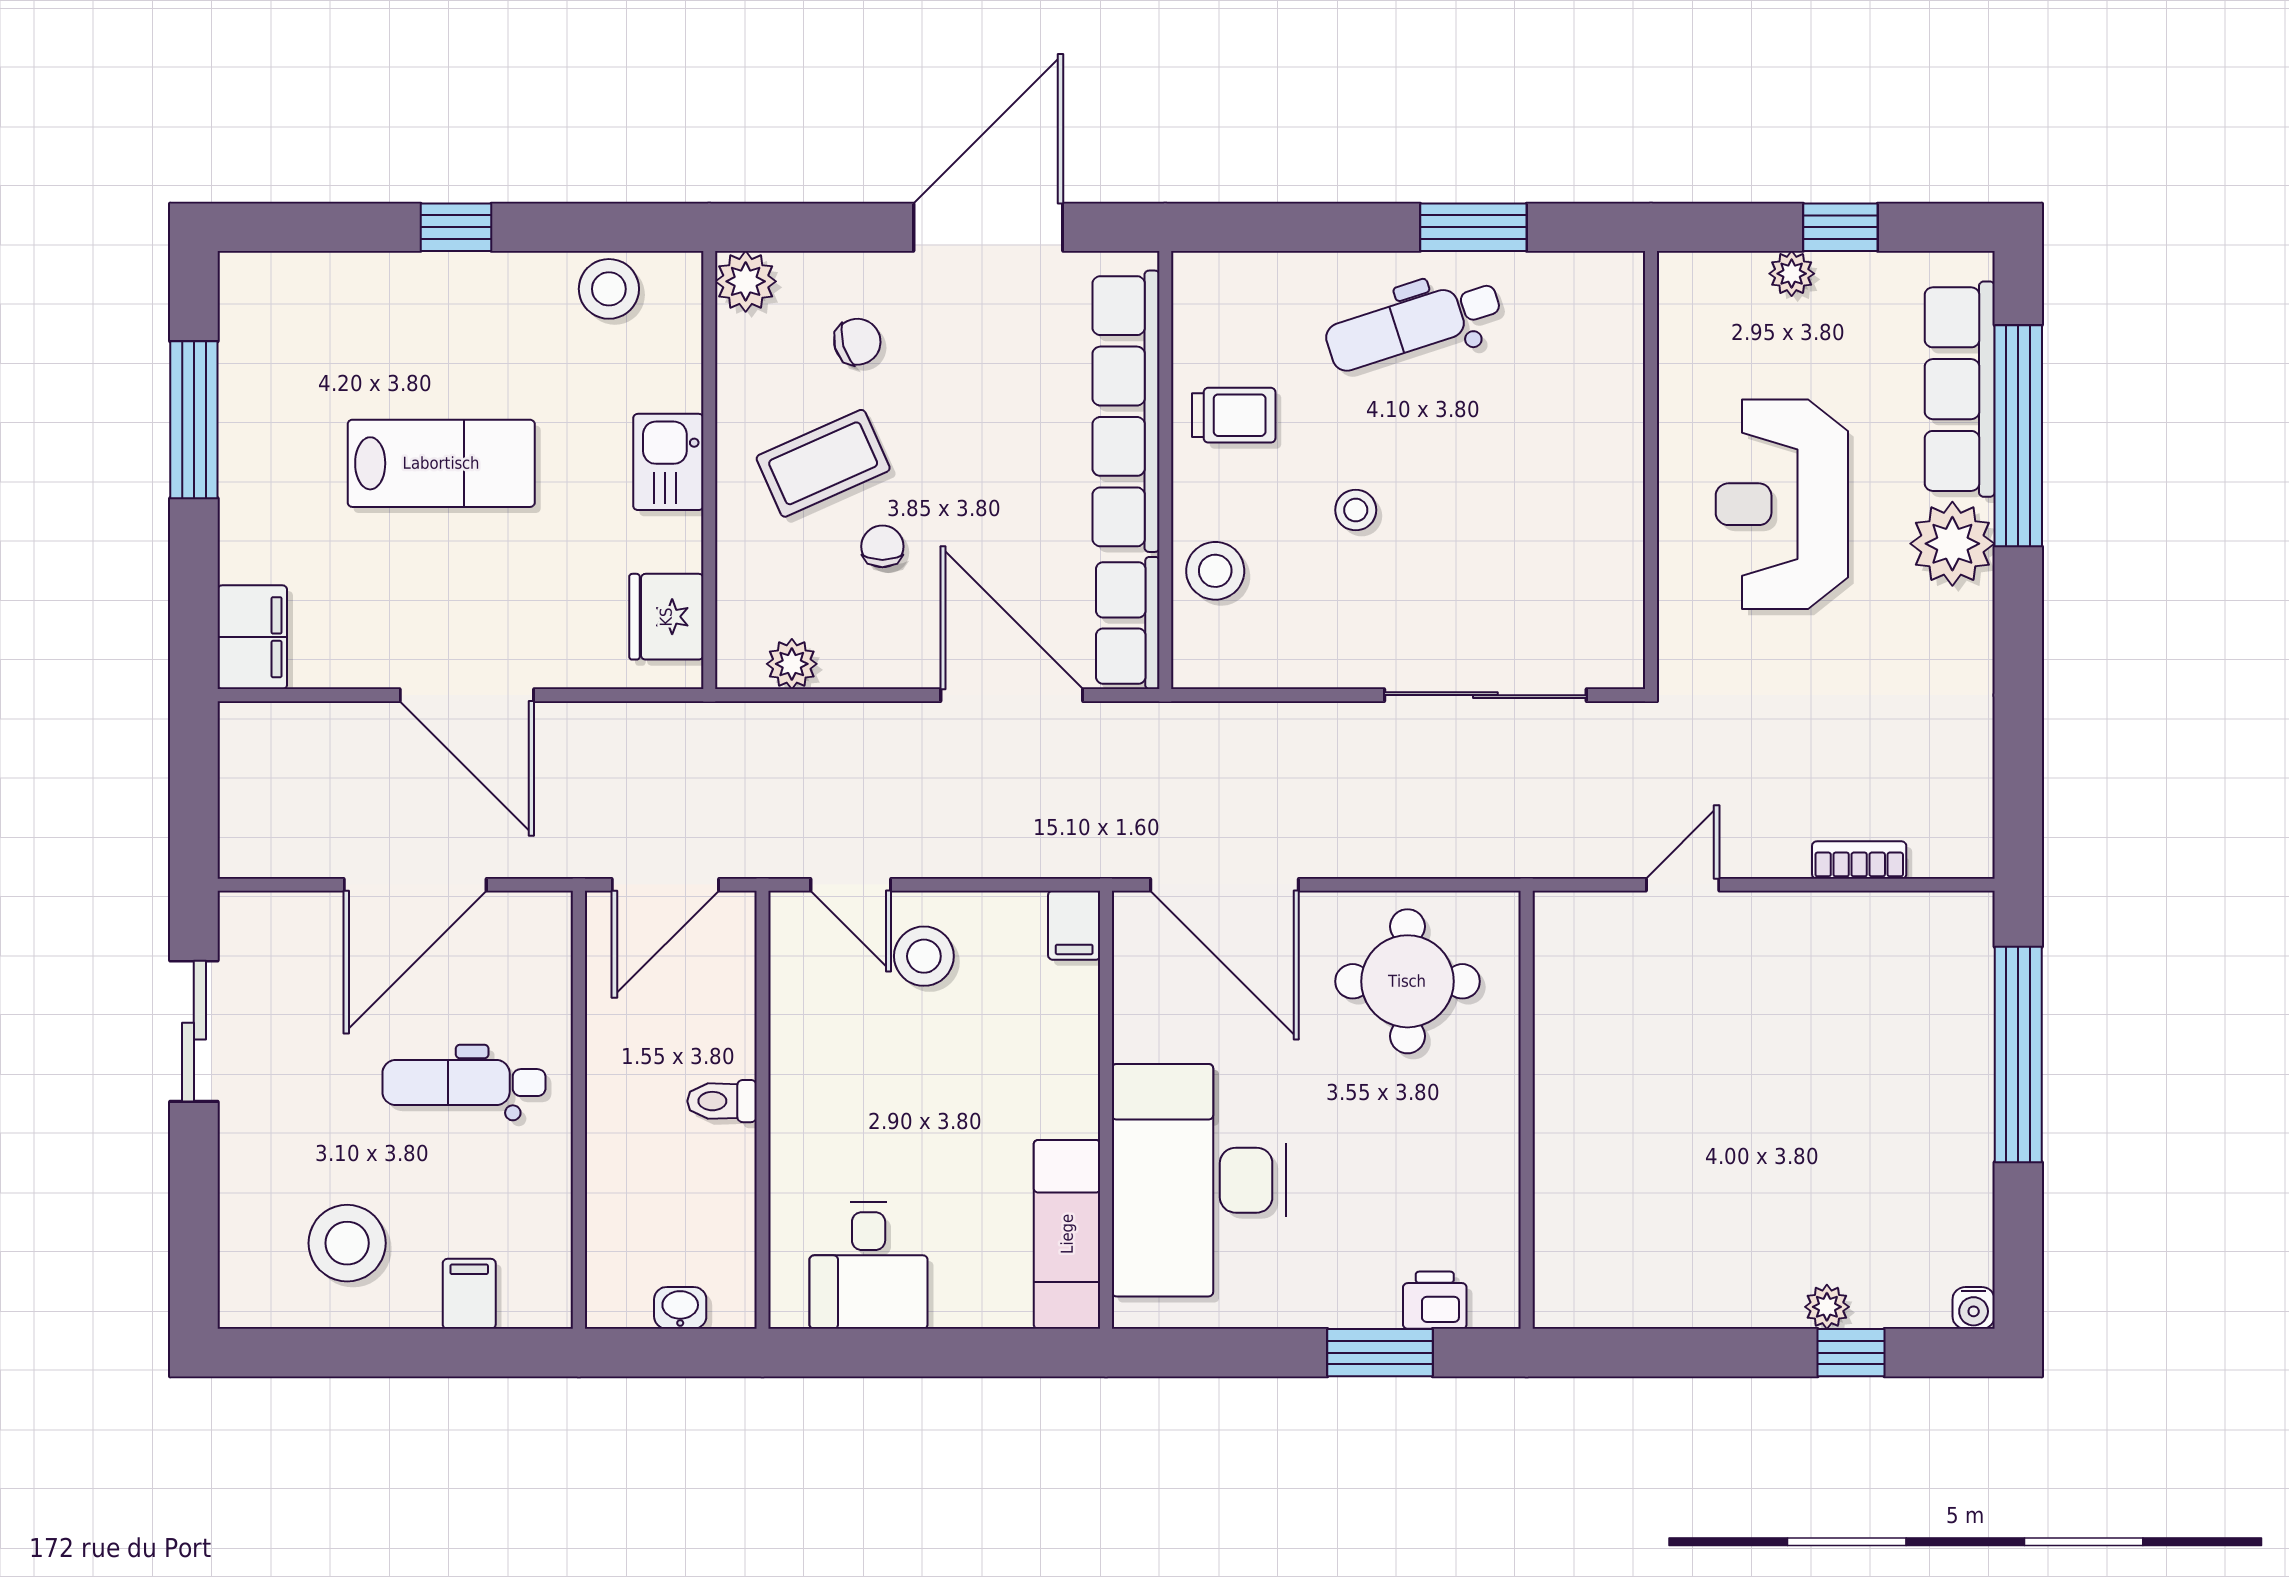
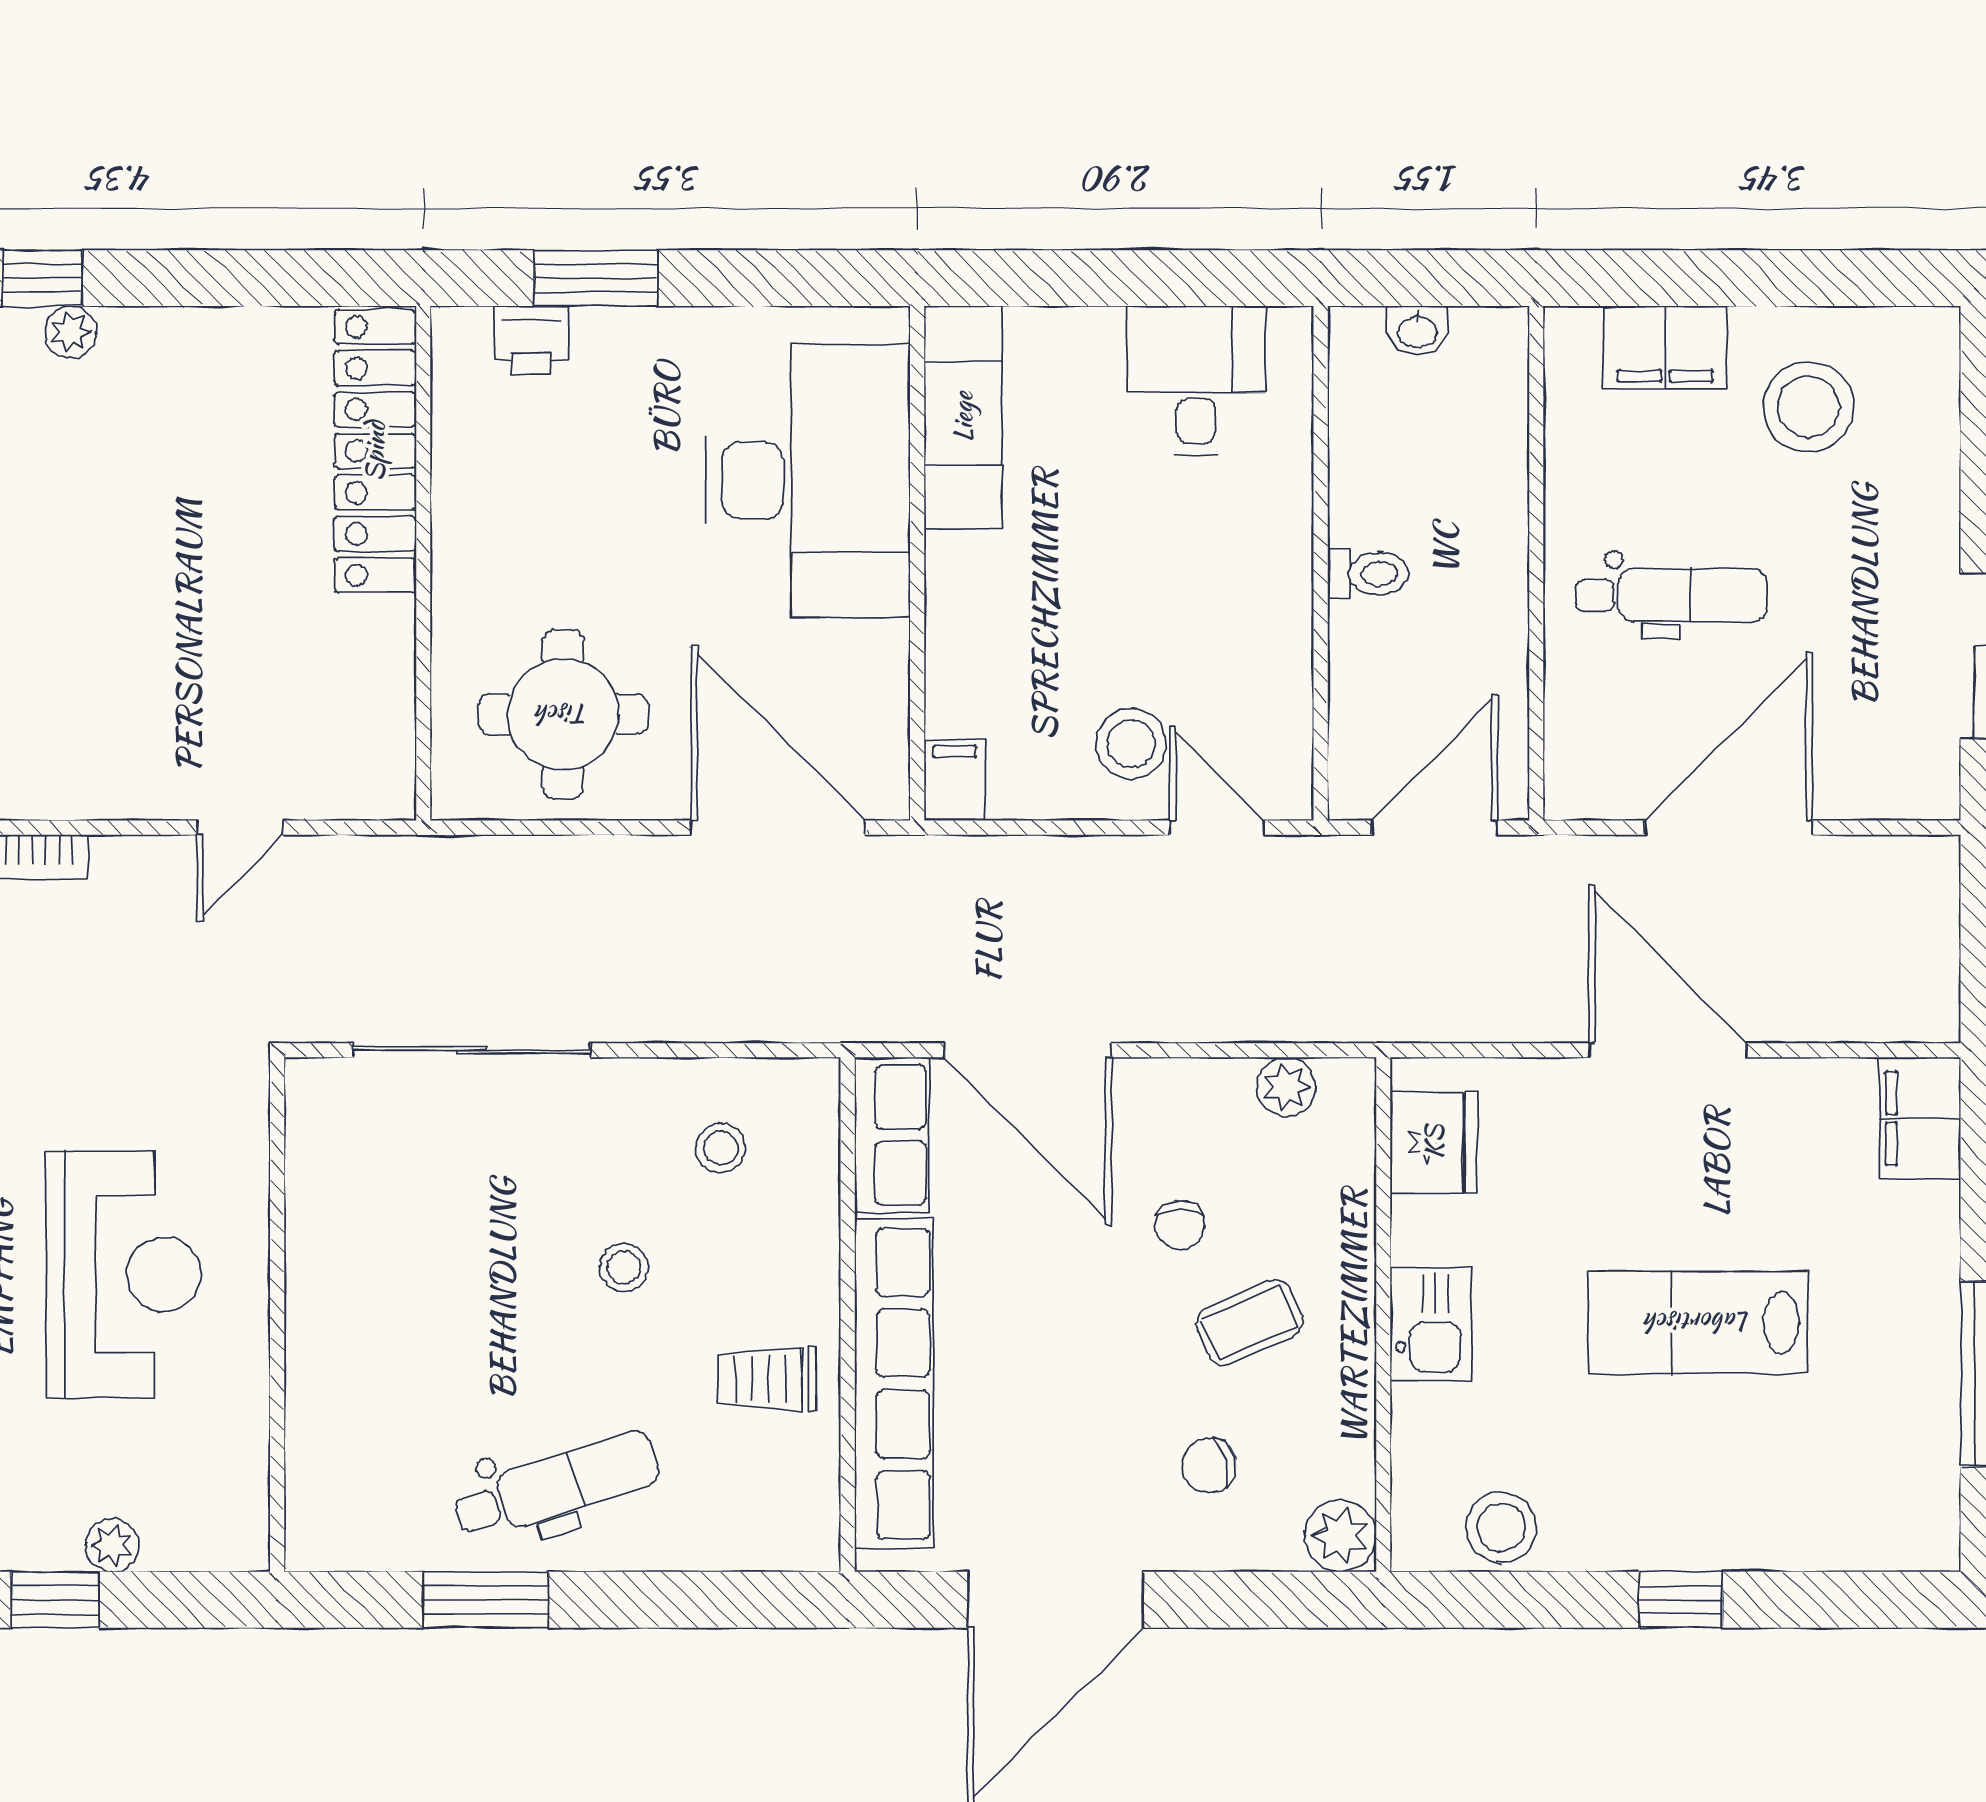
coffee table: (823, 463) -> (1249, 1323), width x0.73, depth x0.77
stool: (1215, 571) -> (721, 1148), moved, width x0.73, depth x0.73
locker: (1567, 1205) -> (375, 451), added
filing cabinet: (469, 1294) -> (1665, 347), width x2.00

